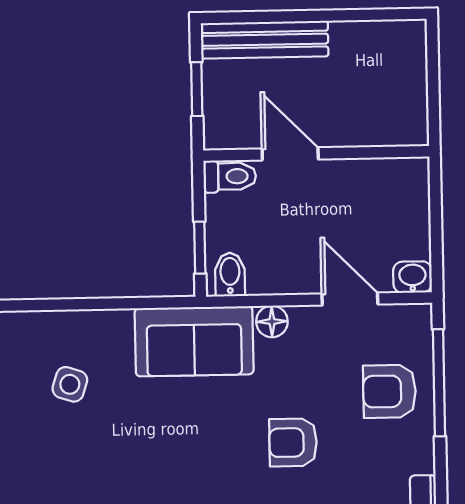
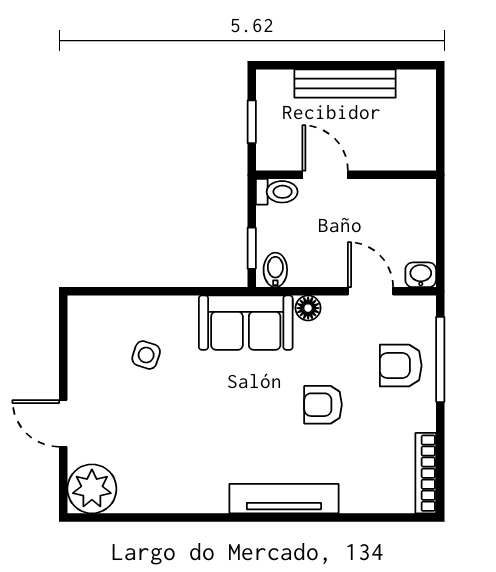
bench: (265, 40) -> (345, 83), moved

